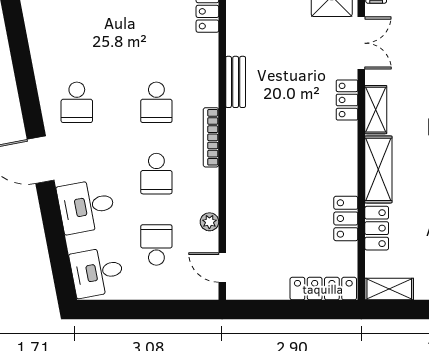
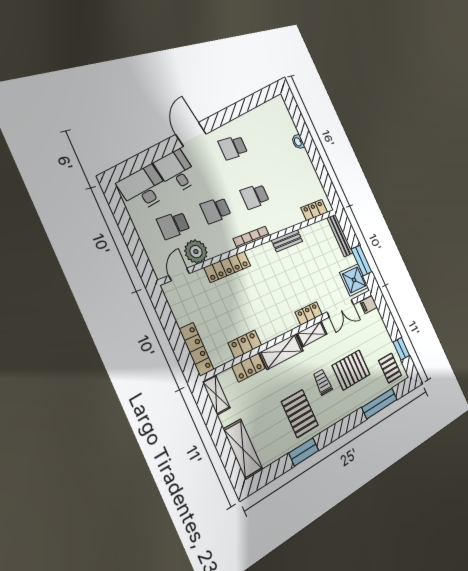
locker: (237, 194) -> (227, 267), added
plant: (209, 222) -> (196, 252), width x1.88, depth x1.88
school desk: (156, 245) -> (174, 225), turned 180
desk: (97, 272) -> (144, 188), width x1.37

